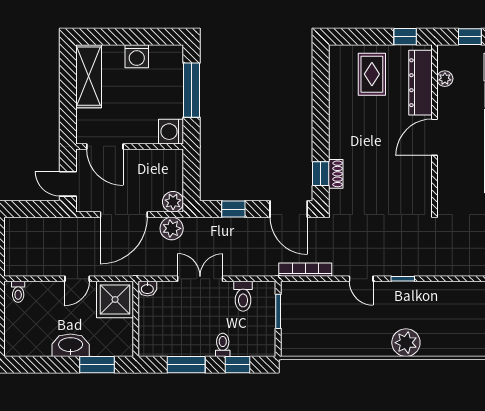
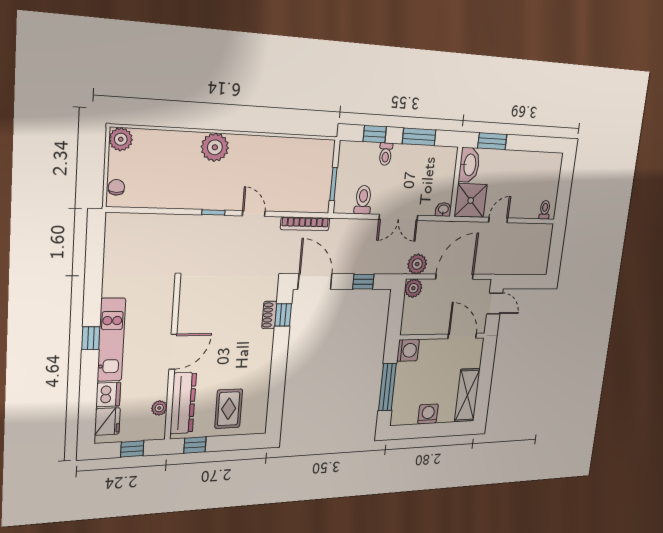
washbasin: (71, 345) -> (469, 165), moved, turned -90

